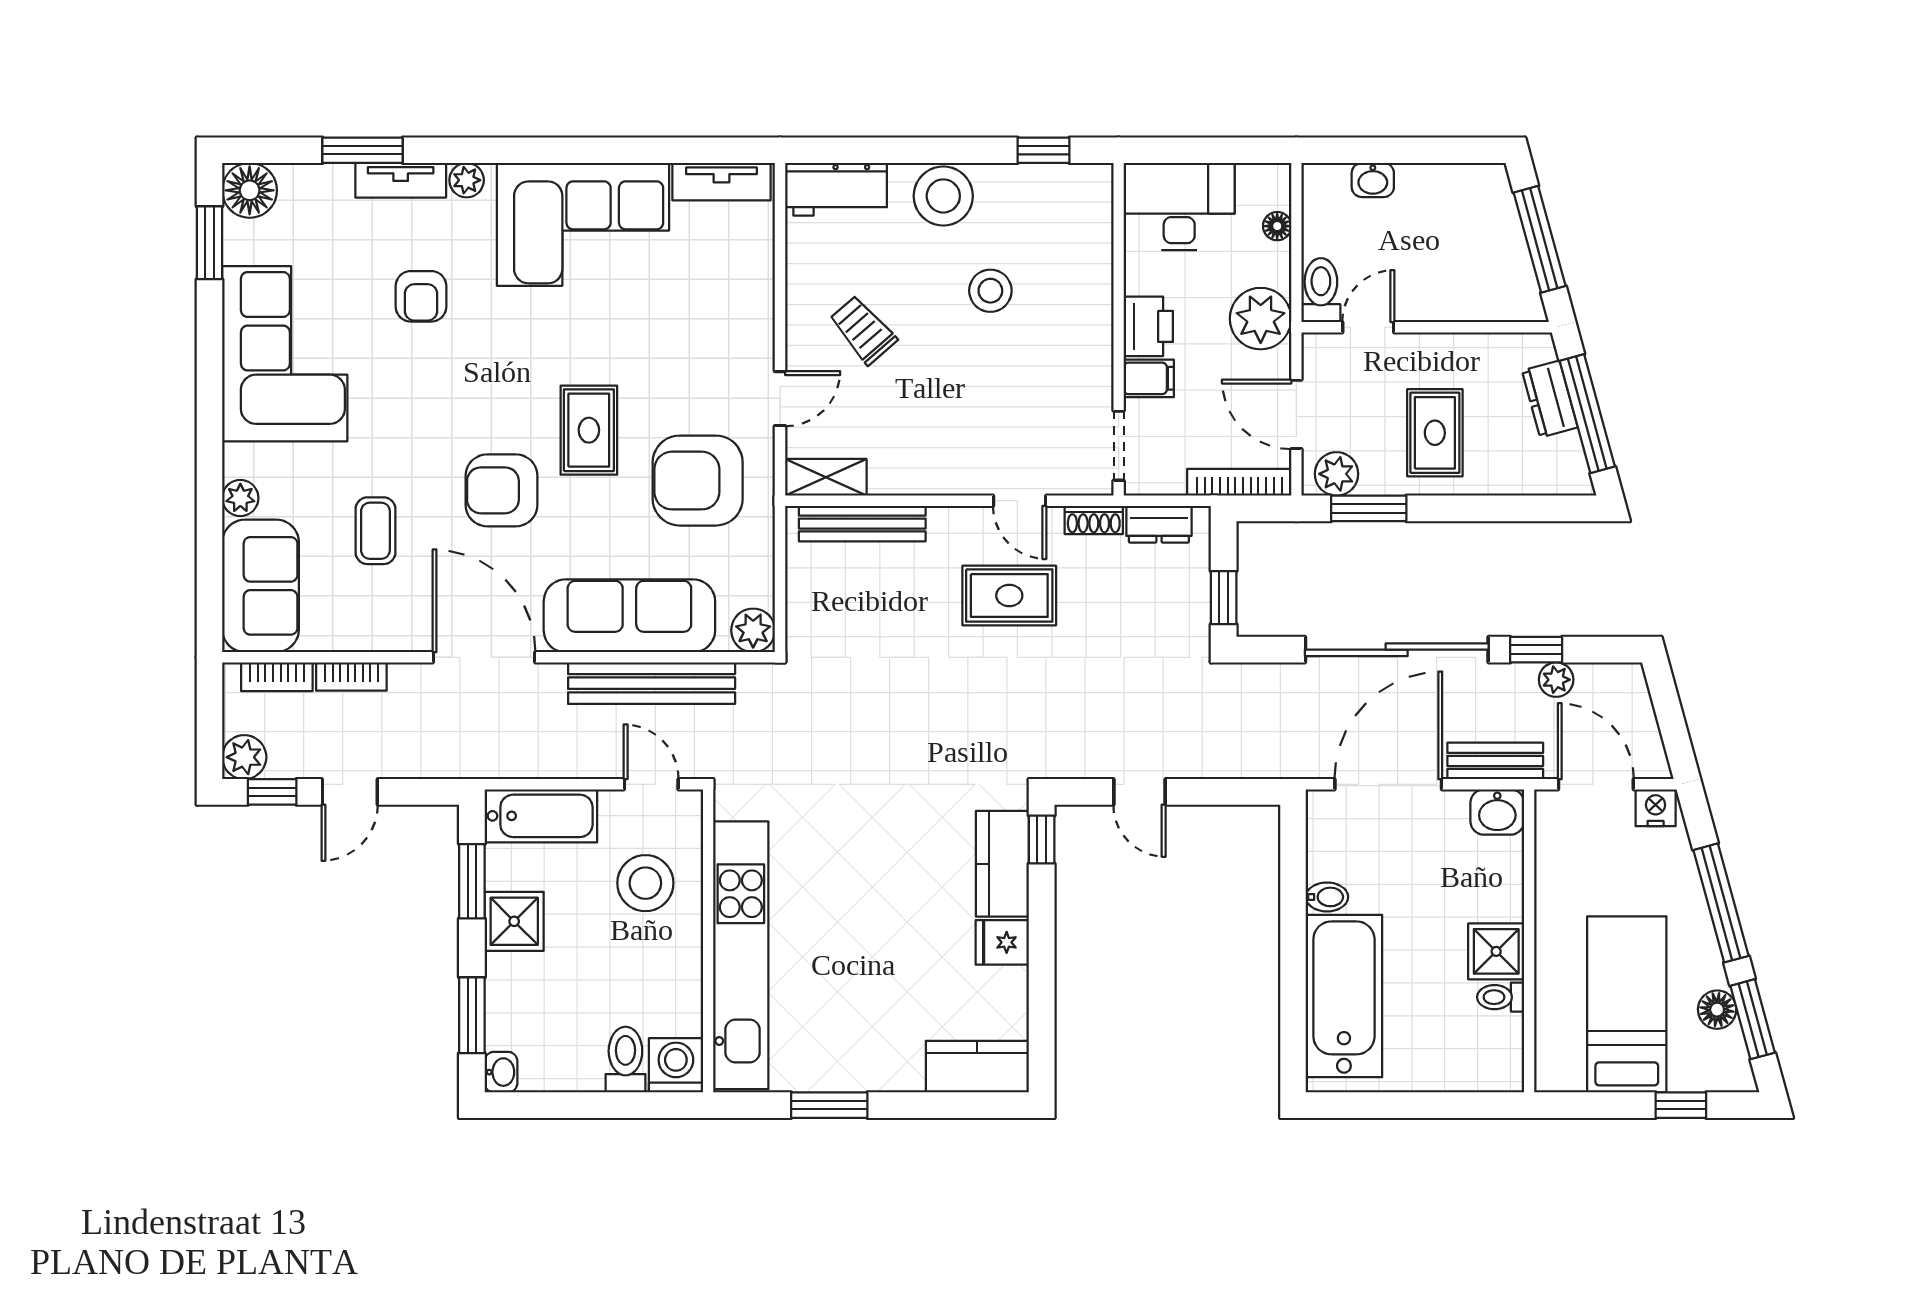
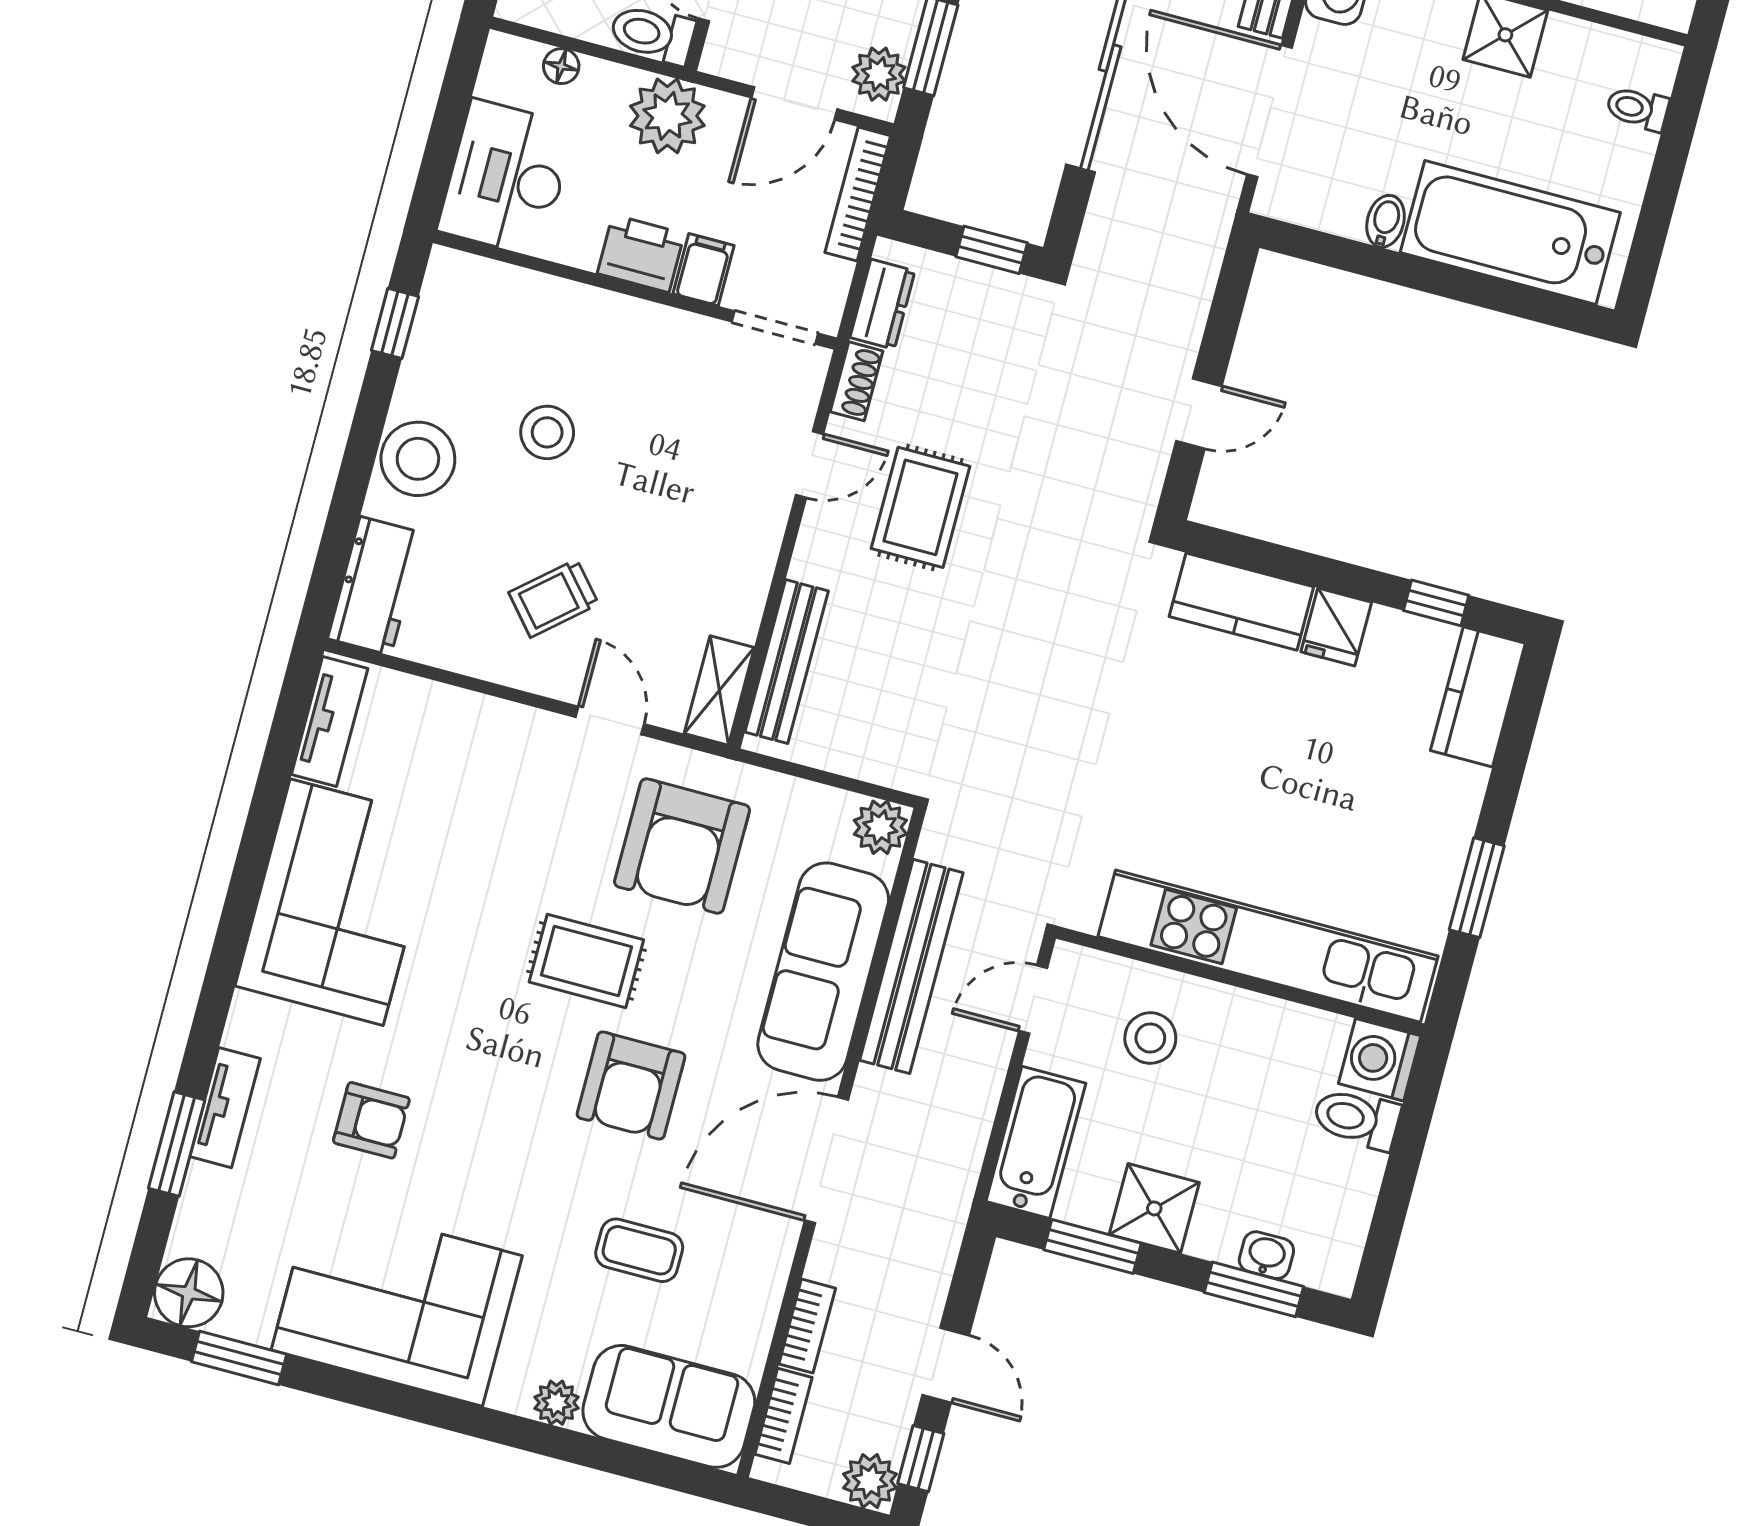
plant: (467, 180) -> (246, 1028), removed
window: (1042, 840) -> (1436, 603), moved
stool: (645, 883) -> (1150, 1038), width x0.73, depth x0.73
toilet: (1501, 997) -> (1637, 108), moved, turned 90
washbasin: (501, 1072) -> (1266, 1255), moved

